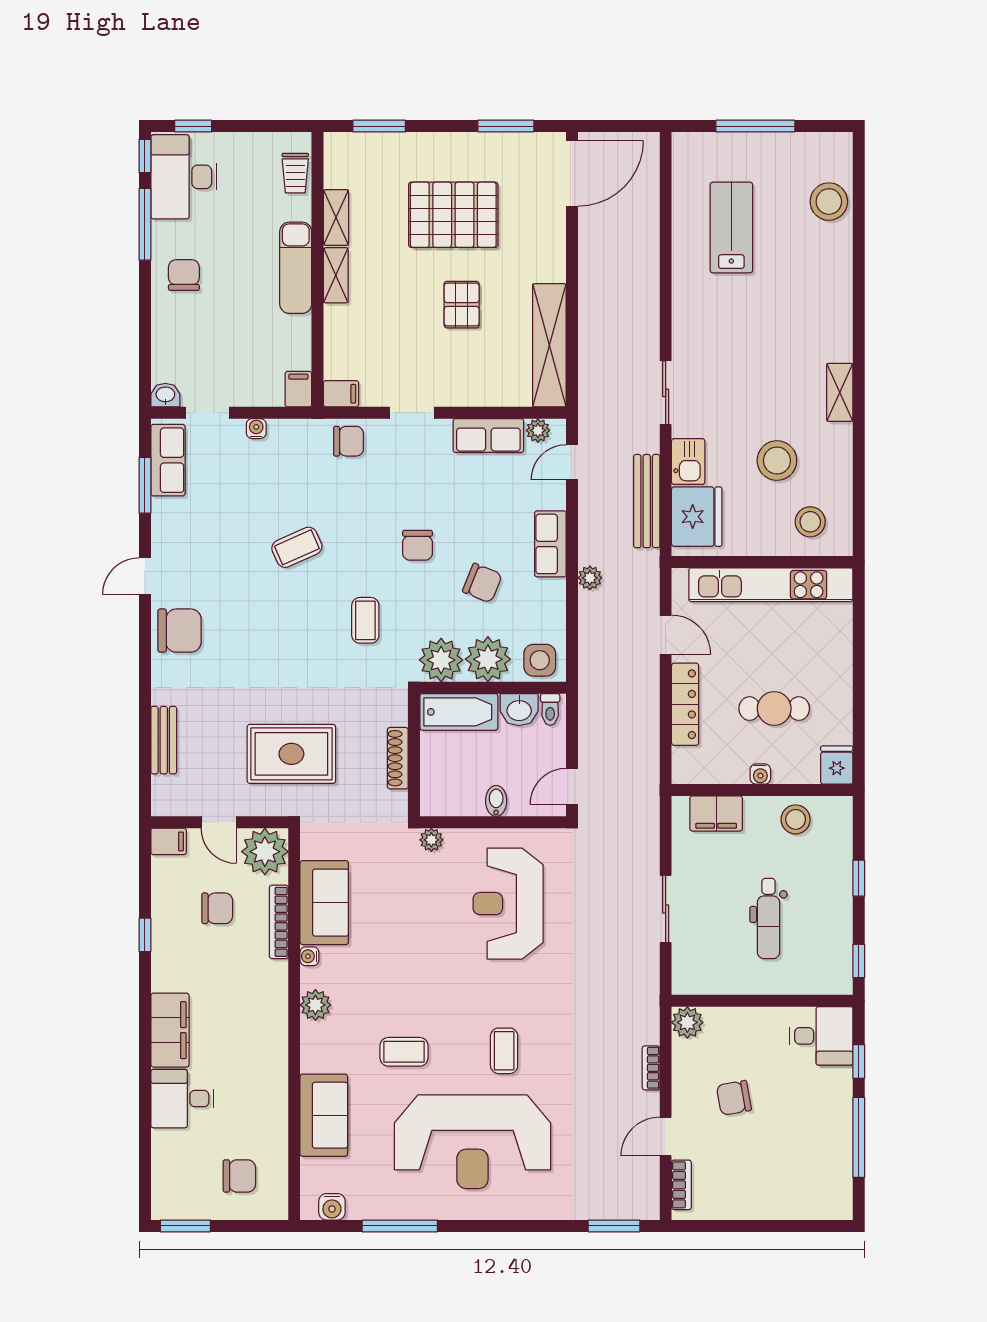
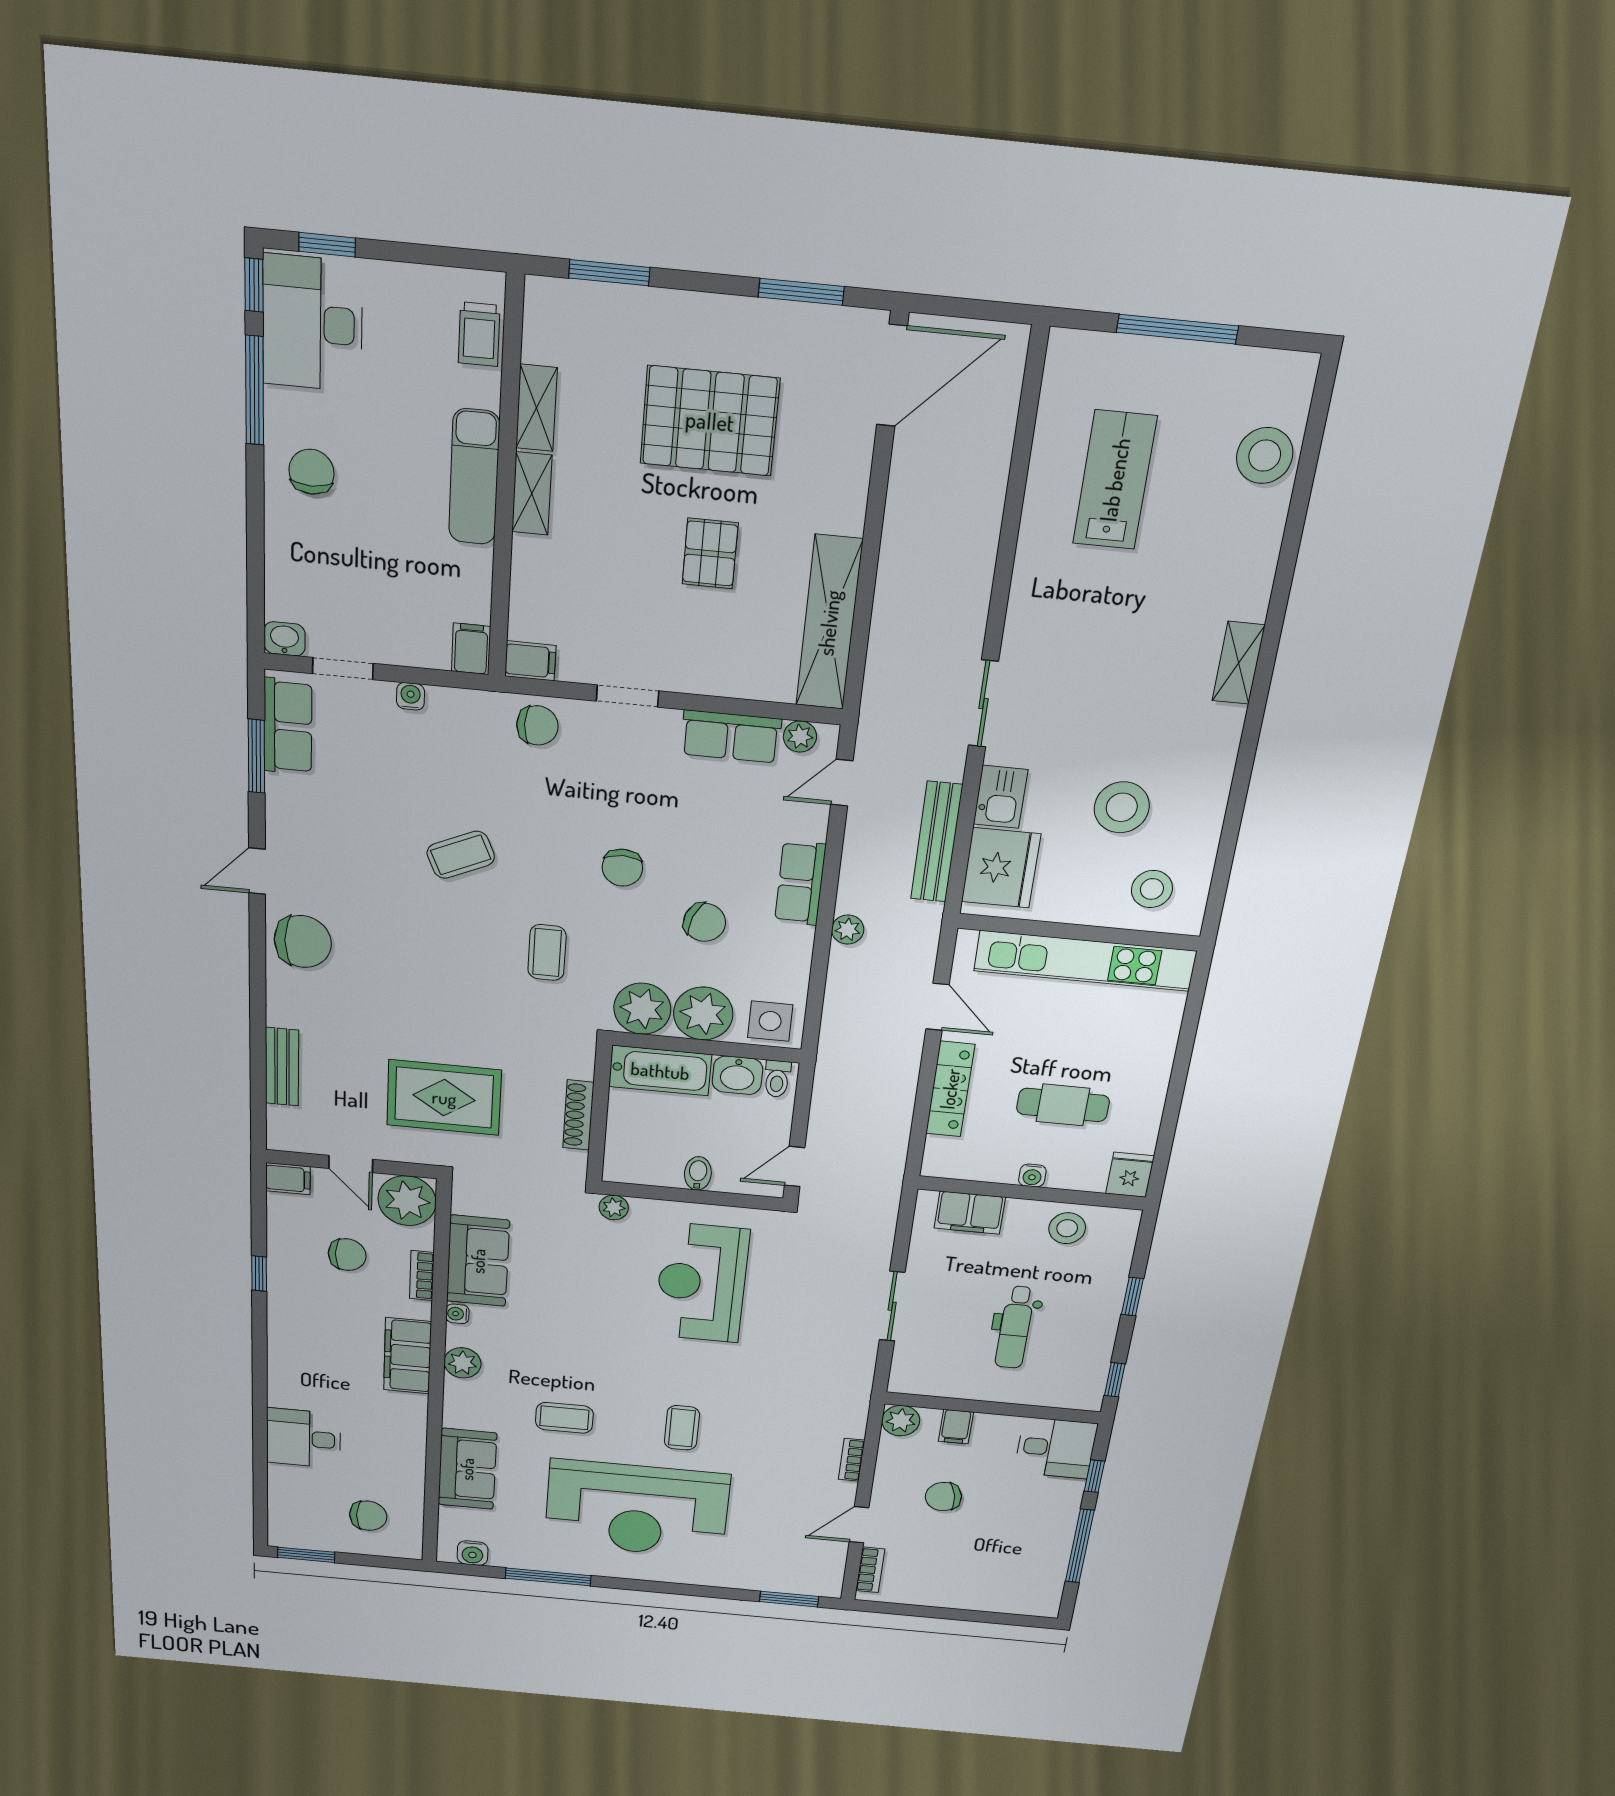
shelving: (840, 392) -> (1239, 663), moved
bookcase: (279, 922) -> (422, 1276), width x0.64
filing cabinet: (734, 1023) -> (956, 1427), added
filing cabinet: (170, 1030) -> (407, 1356), moved, turned 180

